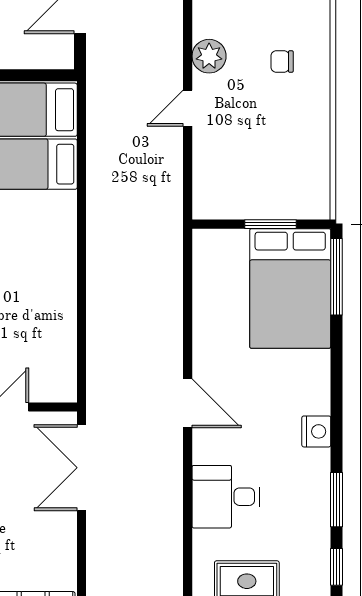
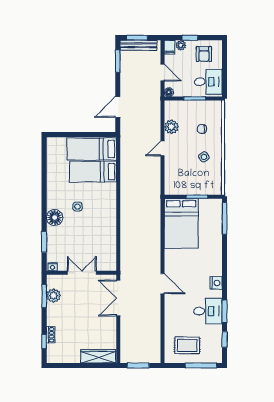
side table: (287, 129) -> (204, 157), added
bed: (290, 288) -> (181, 223), moved
door: (188, 403) -> (163, 284), moved
desk: (226, 497) -> (208, 311), moved, turned 180

